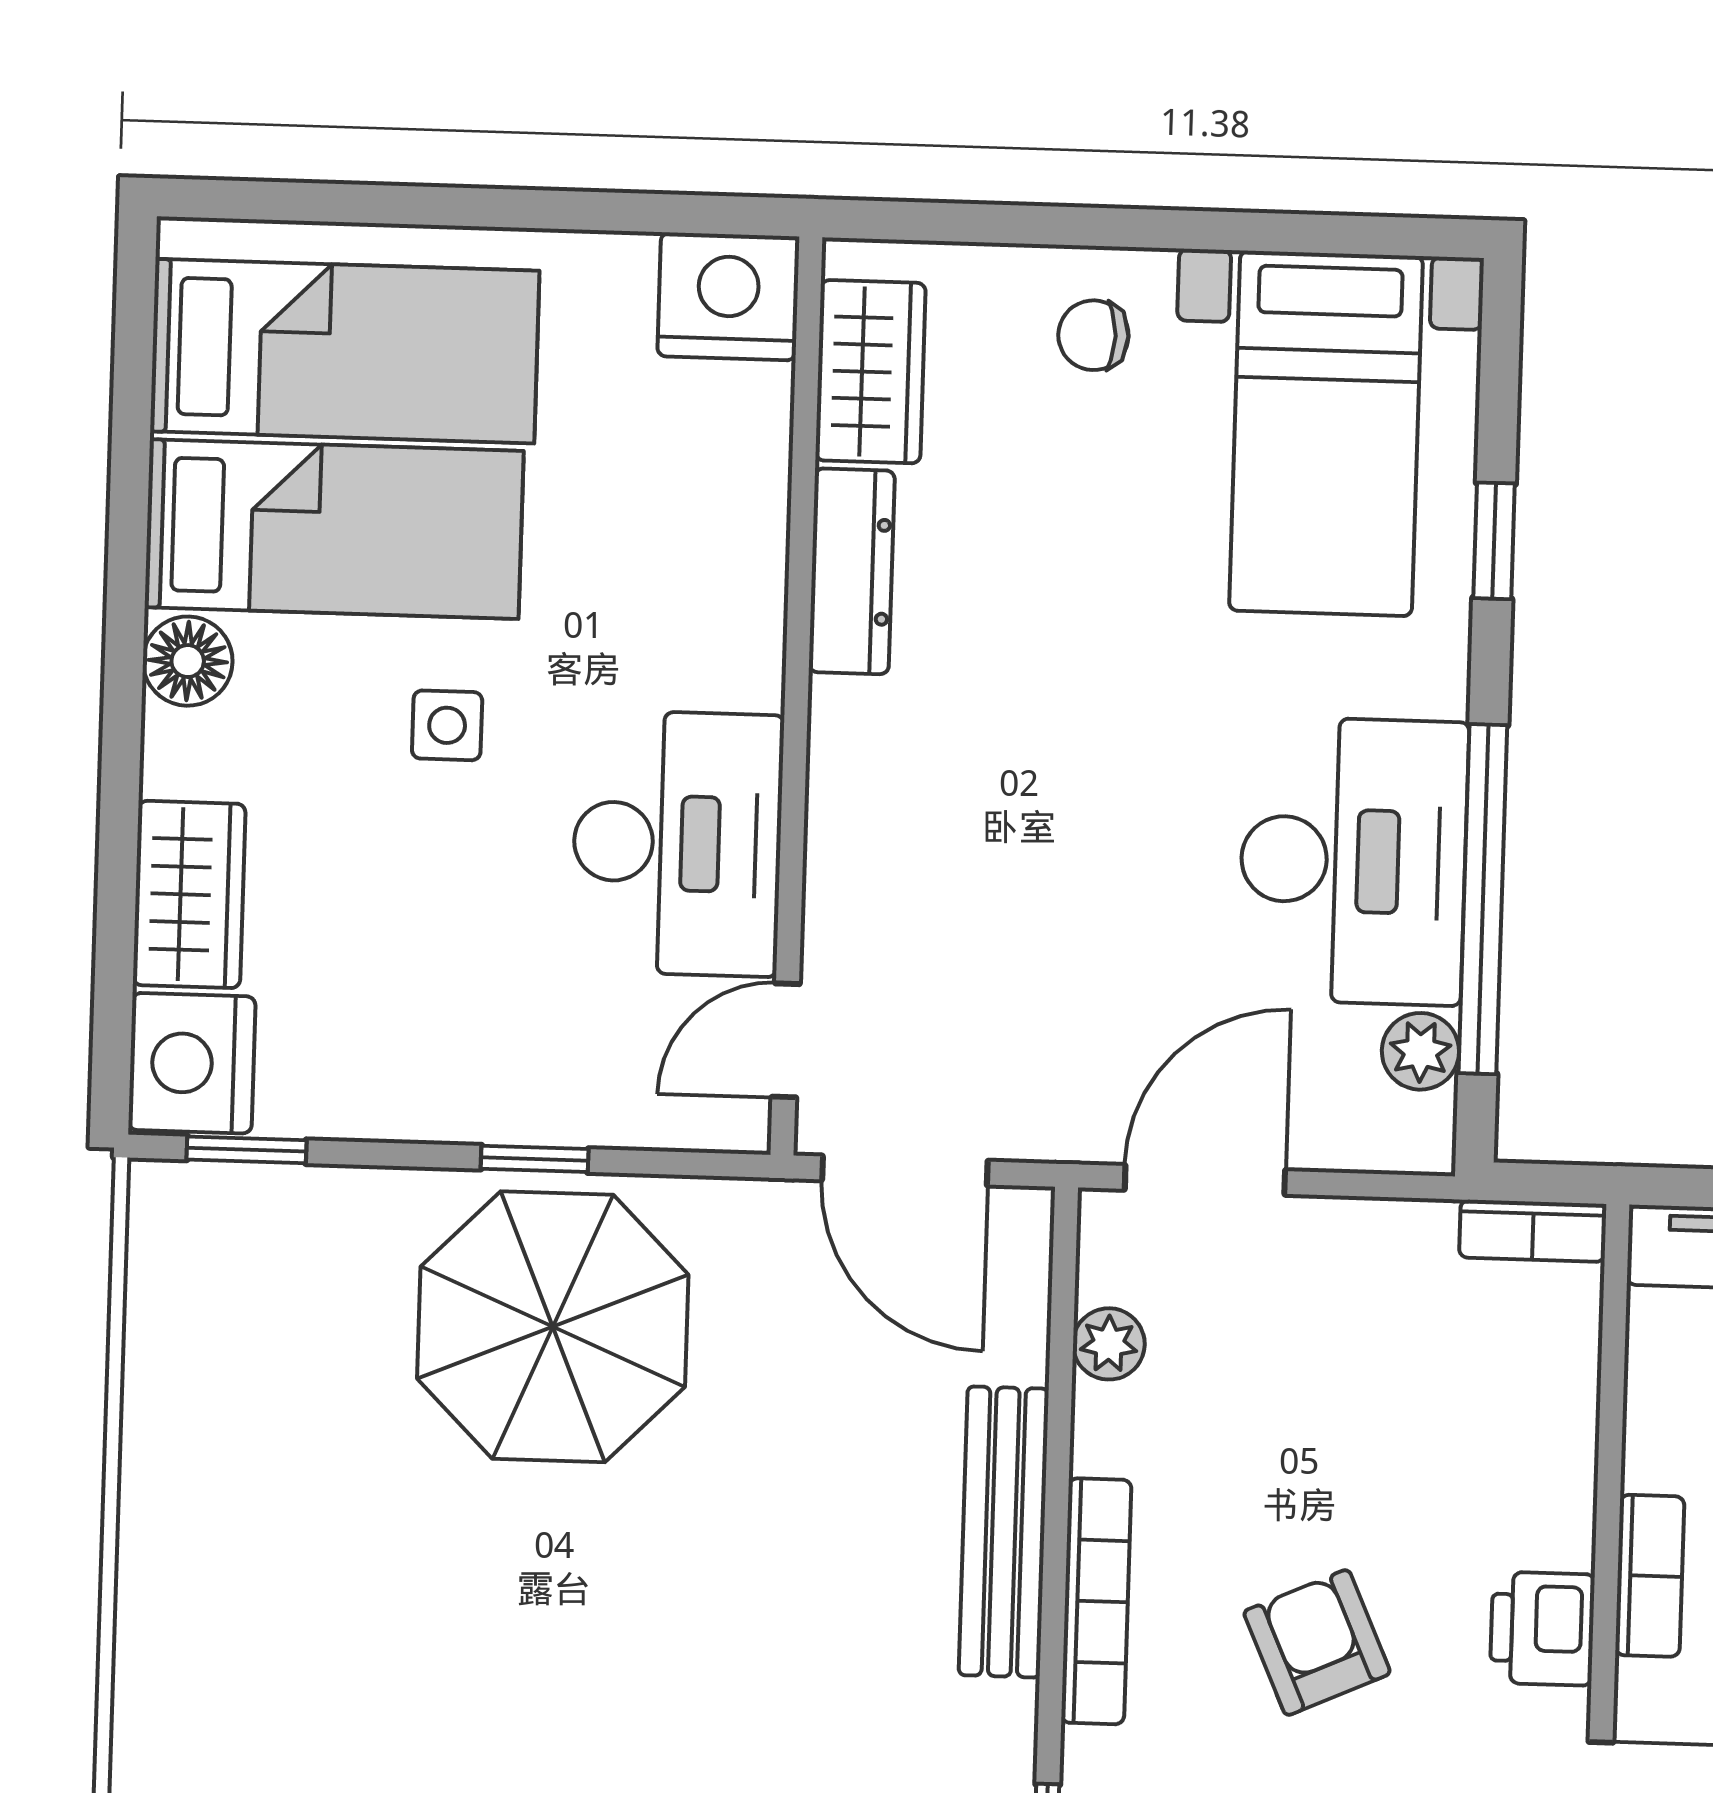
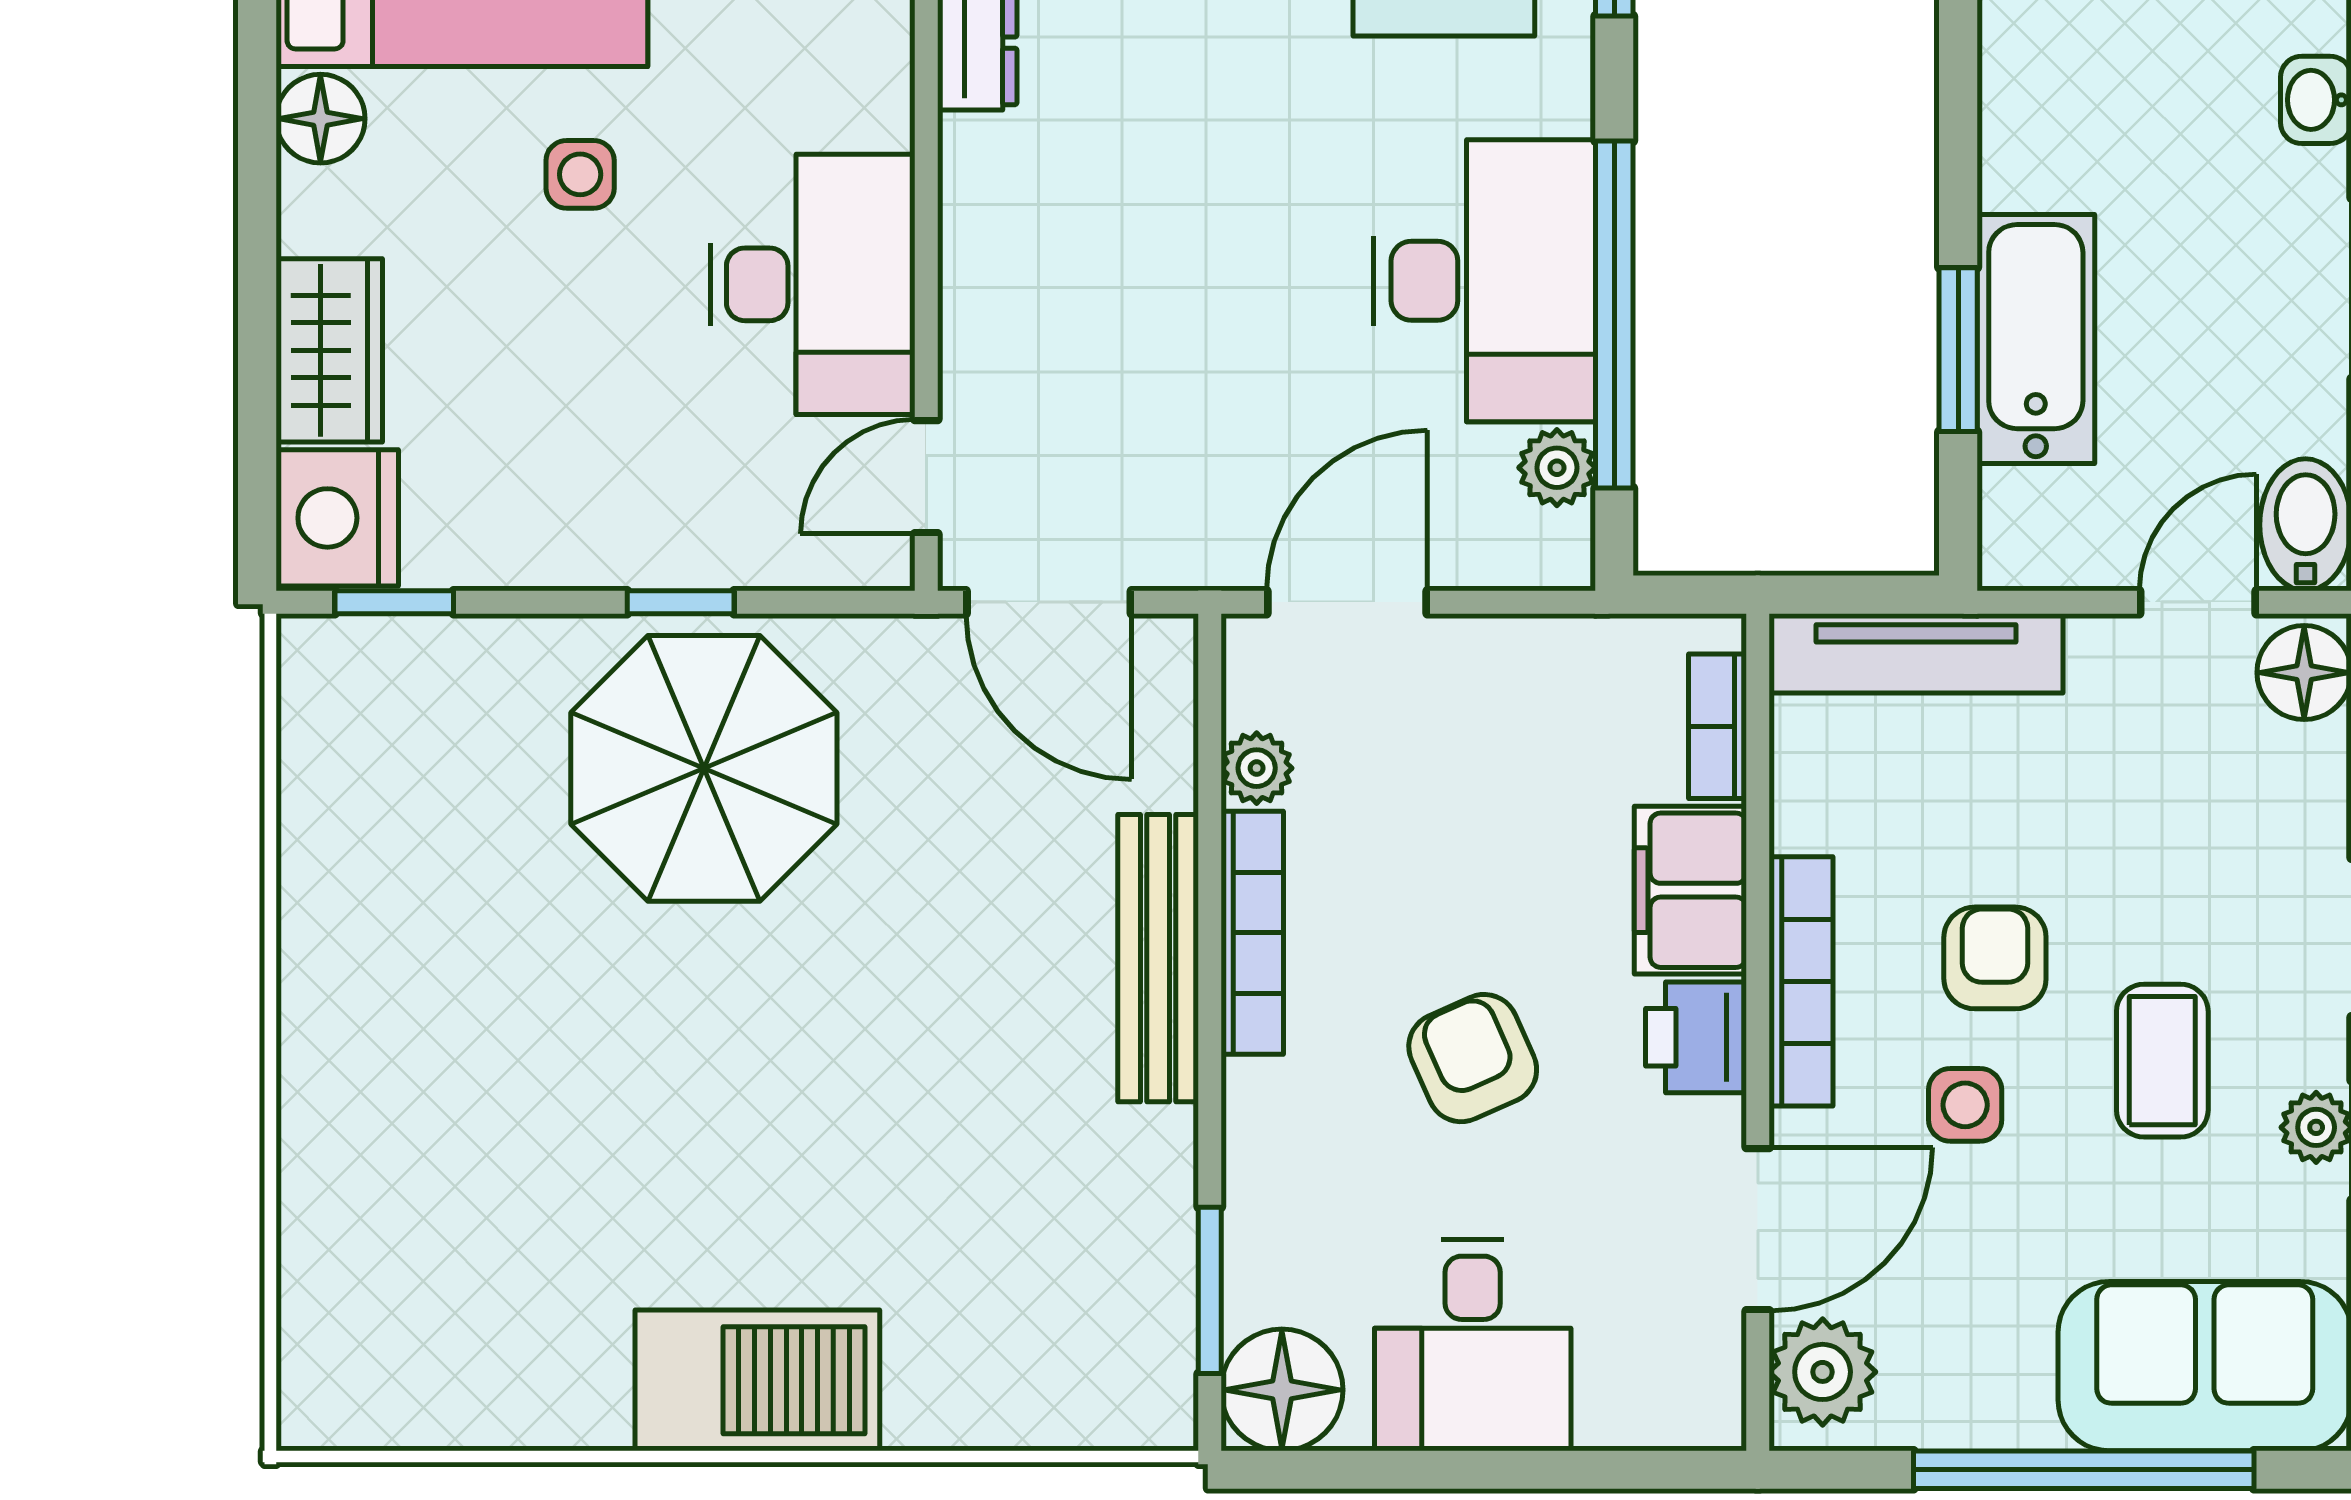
bookcase: (1533, 1231) -> (1718, 726), moved, turned 90
filing cabinet: (1541, 1480) -> (1690, 890), added
bookcase: (1650, 1576) -> (1801, 981), width x1.56
bookcase: (1096, 1601) -> (1252, 933), moved

